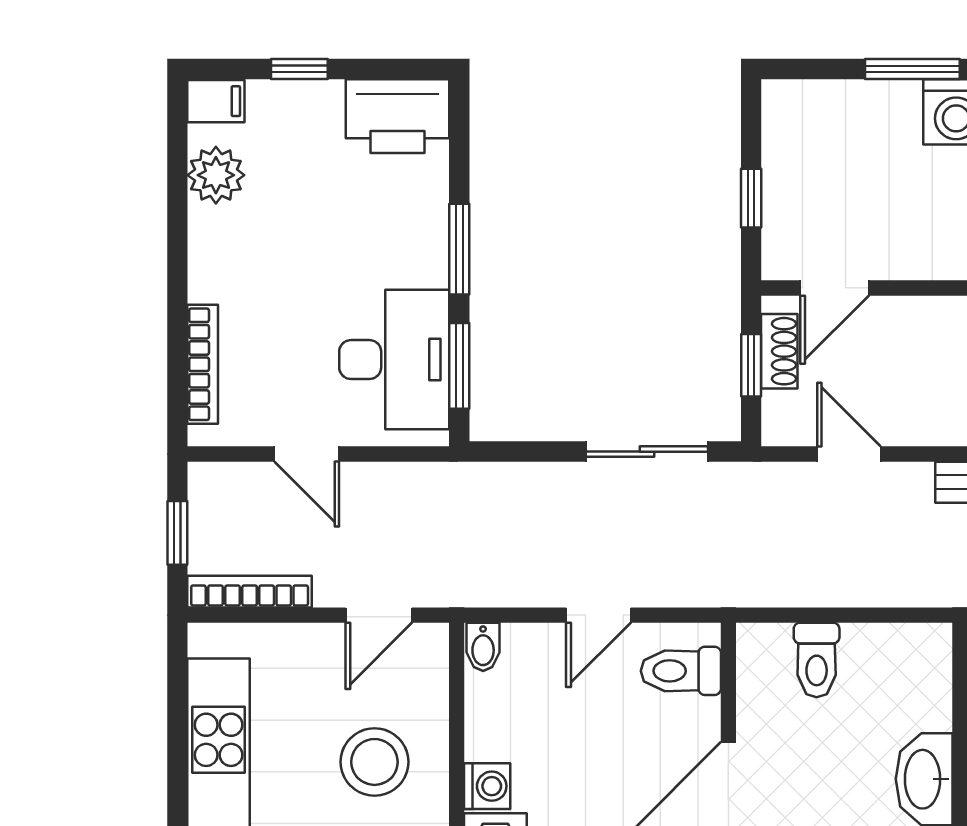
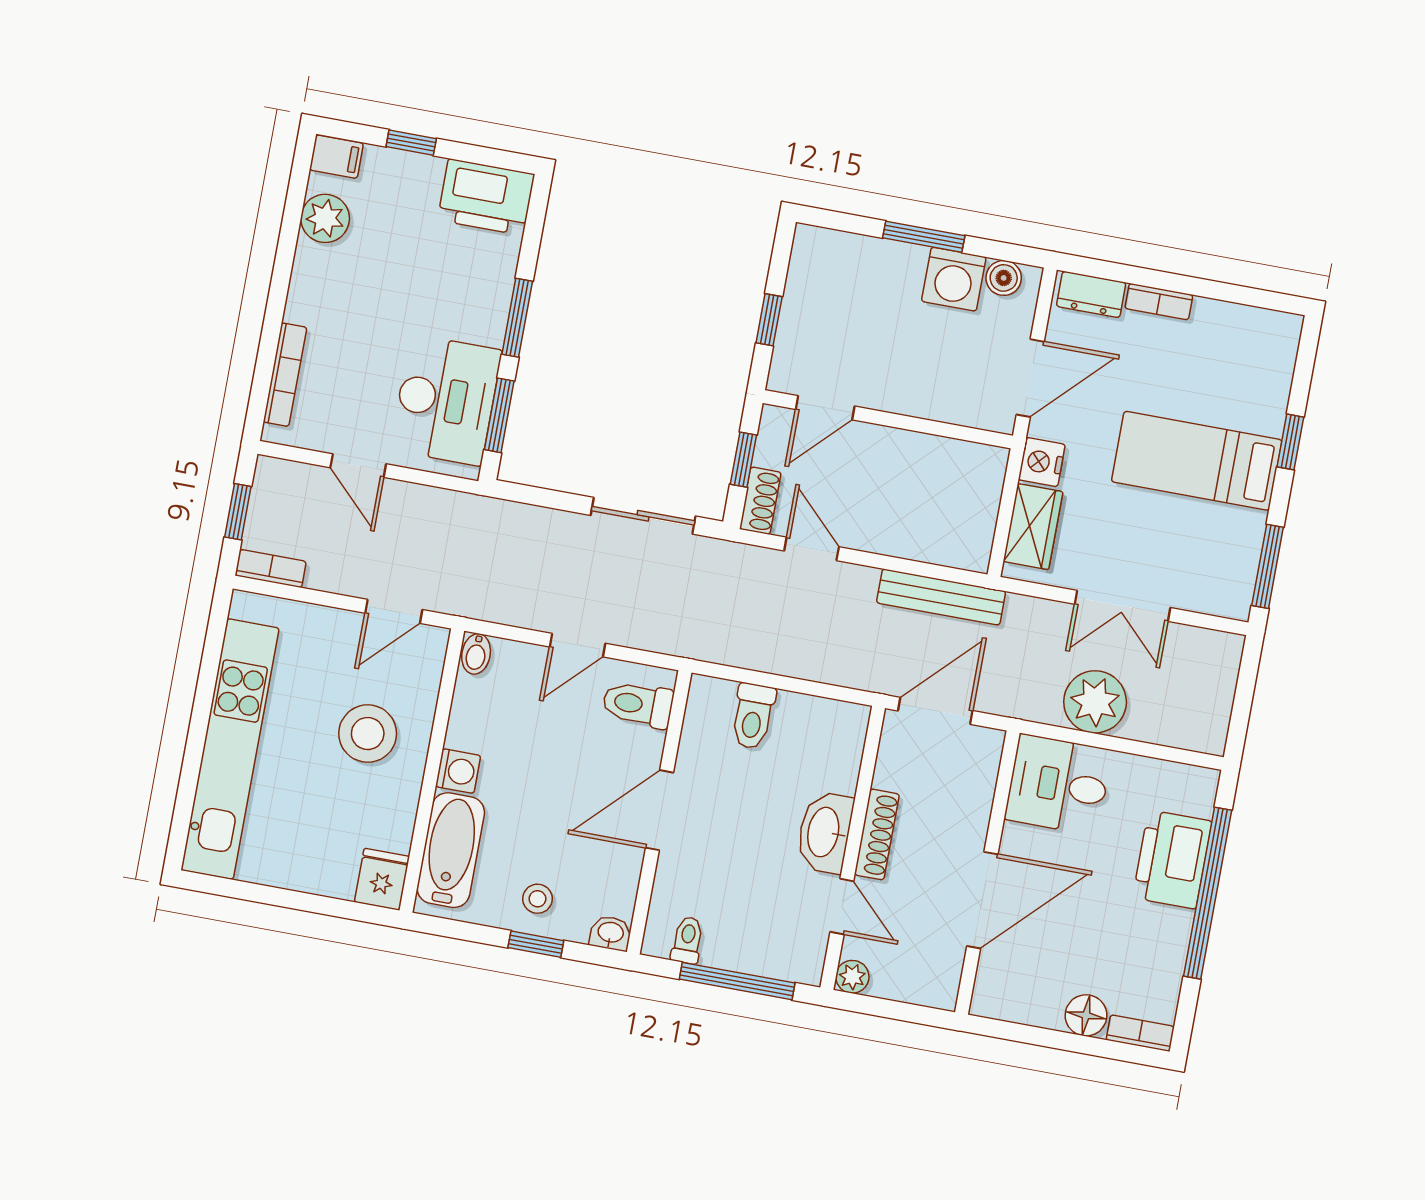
shoe rack: (779, 351) -> (760, 501), moved
bookcase: (250, 592) -> (271, 569), width x0.64

